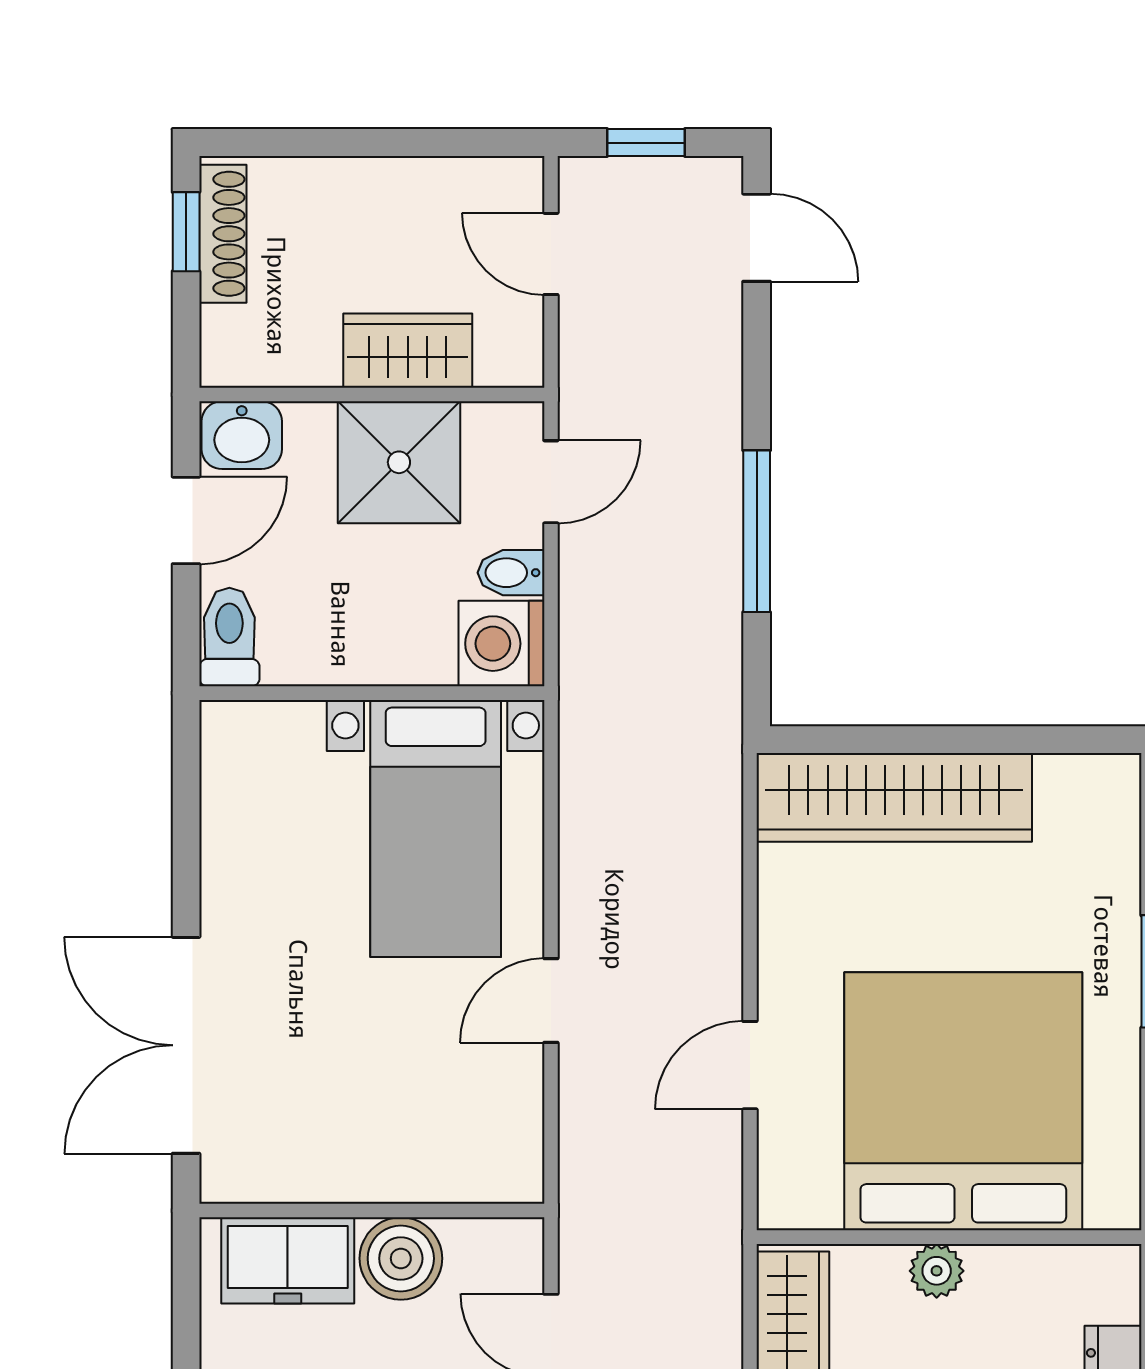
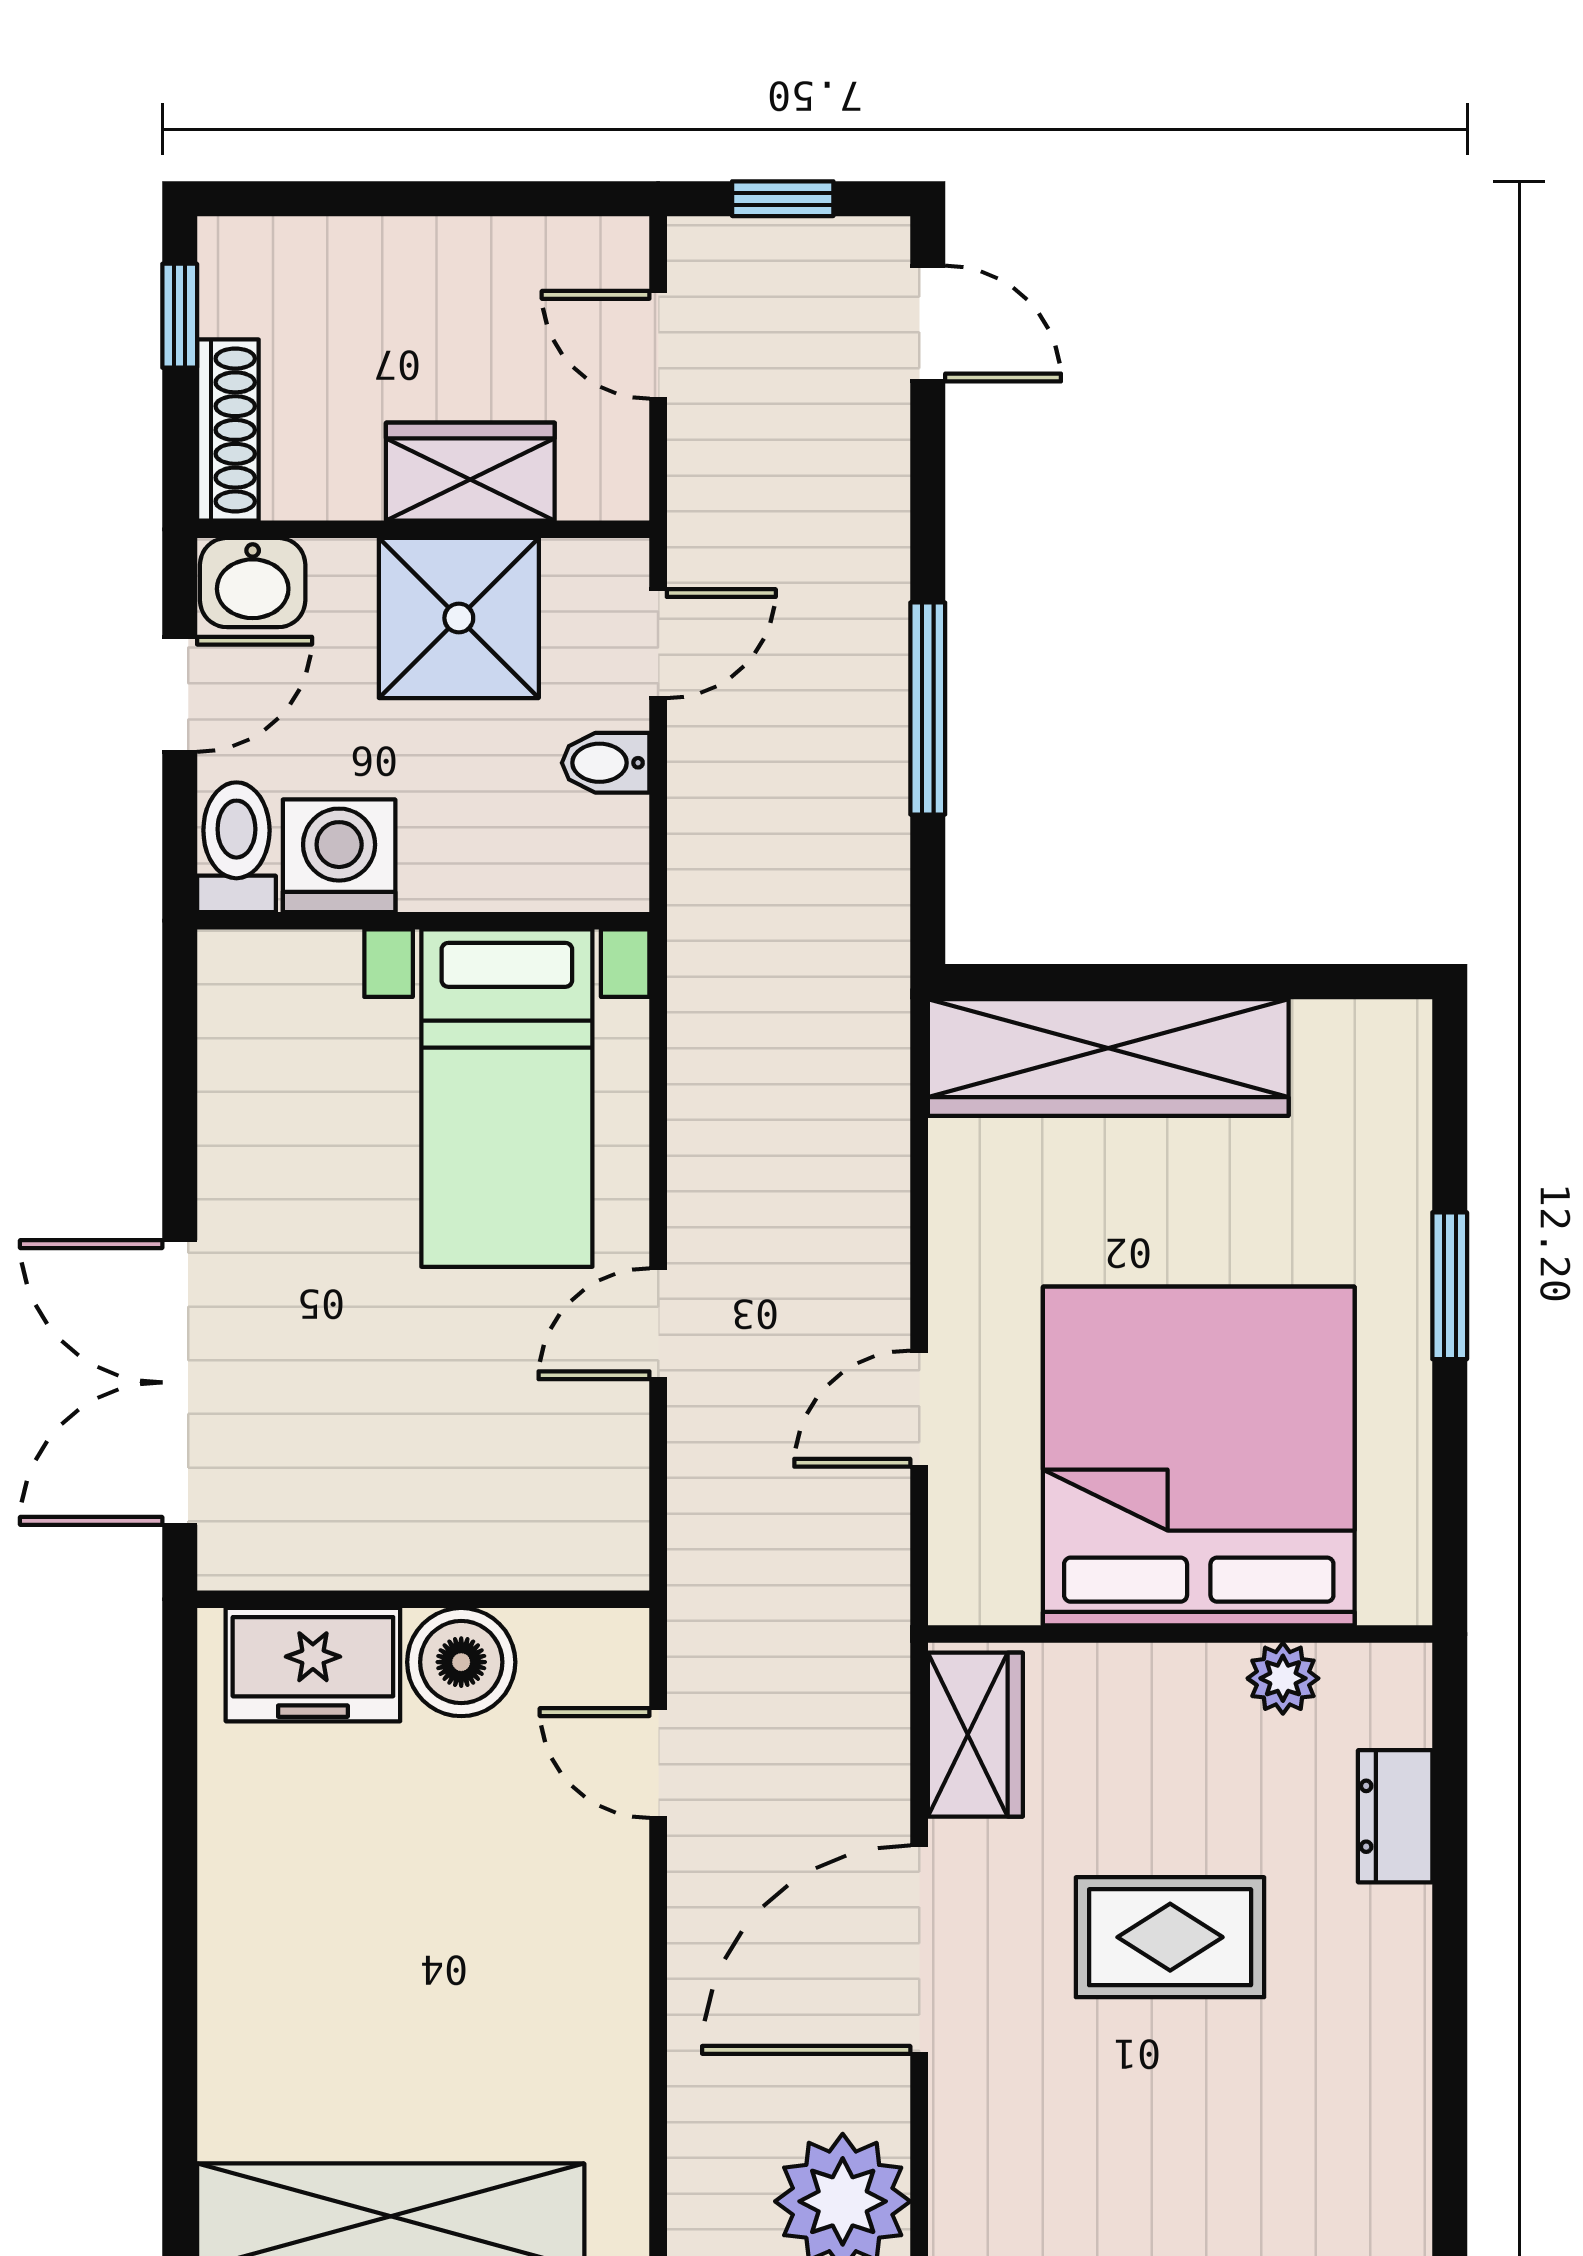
shoe rack: (223, 234) -> (228, 430), moved
washing machine: (501, 644) -> (339, 856), moved, turned 90
plant: (937, 1271) -> (1283, 1678), moved

